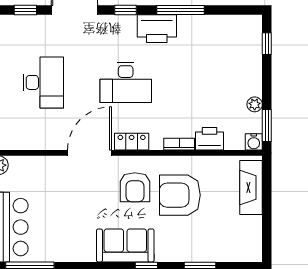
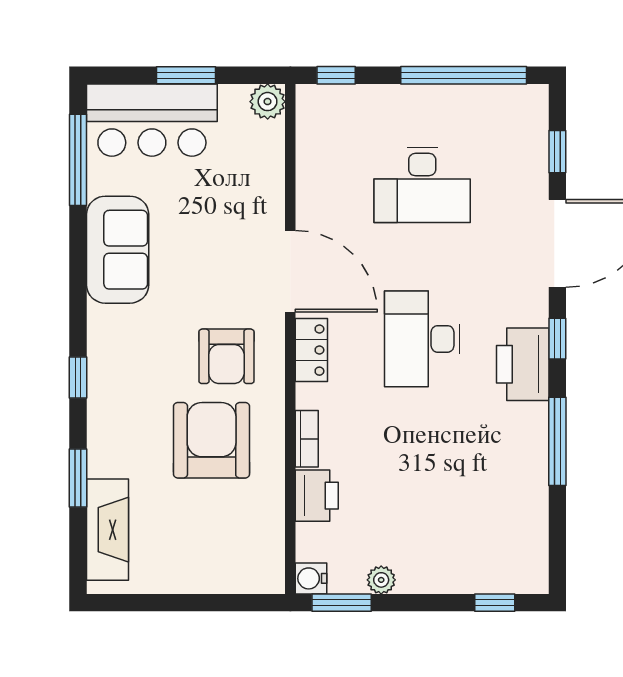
printer: (157, 29) -> (523, 364), moved
armchair: (135, 187) -> (226, 356), turned -90
fireplace: (251, 187) -> (107, 530), moved, turned 90
sofa: (125, 245) -> (118, 250), moved

